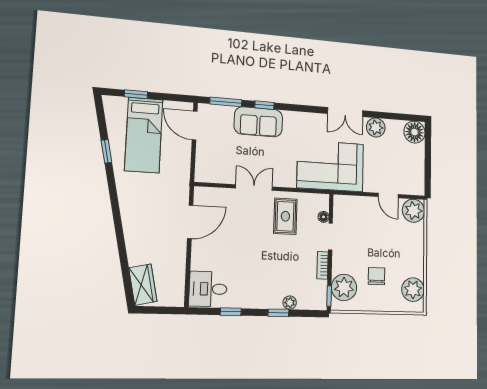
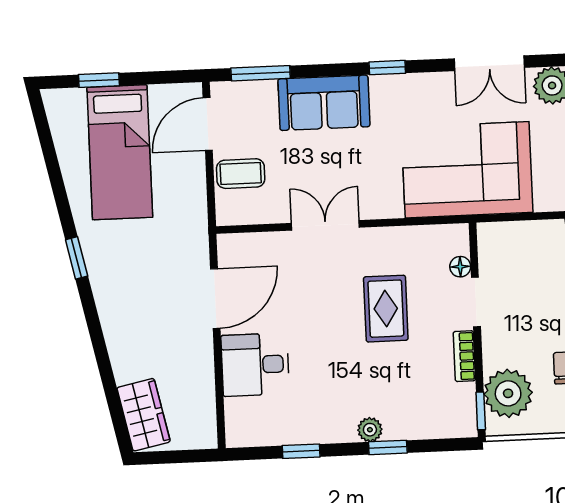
window: (264, 105) -> (387, 68), moved
door: (195, 126) -> (208, 124), hinge flipped
window: (106, 151) -> (77, 258), moved
coffee table: (210, 154) -> (241, 174), added
rug: (285, 216) -> (386, 309), moved
desk: (208, 289) -> (255, 365), moved
plant: (290, 303) -> (370, 430), moved

